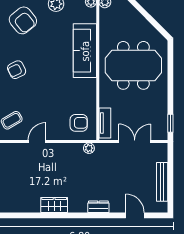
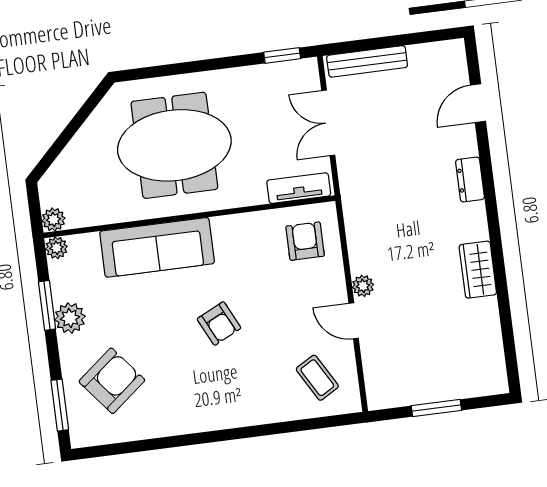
meeting table: (133, 65) -> (174, 145), turned 90
armchair: (17, 70) -> (219, 323), moved
plant: (89, 148) -> (363, 286), moved
bench: (162, 182) -> (367, 61), moved

